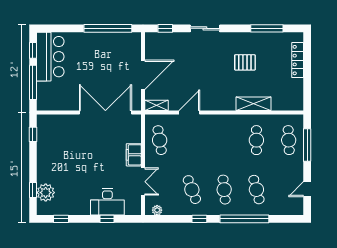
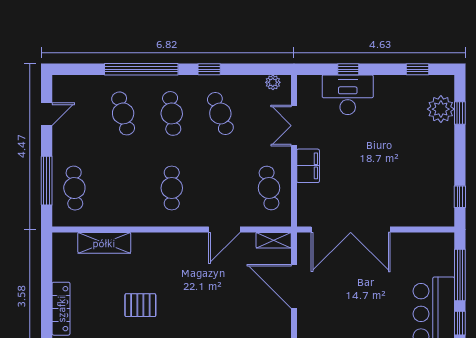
door: (143, 75) -> (294, 286), hinge flipped
shelving: (254, 104) -> (104, 243), moved
cafe table: (256, 140) -> (172, 188), moved

